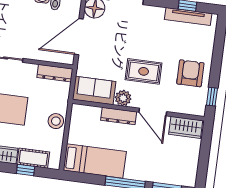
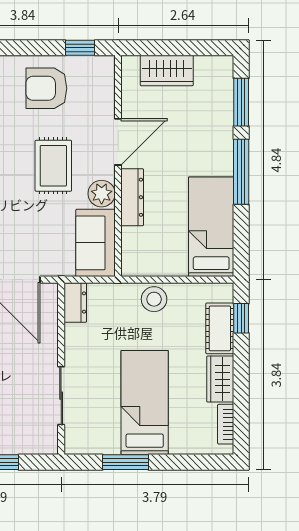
dresser: (55, 73) -> (75, 303), width x0.70
wardrobe: (186, 127) -> (167, 71), moved, turned 90
window: (26, 170) -> (241, 318), moved

